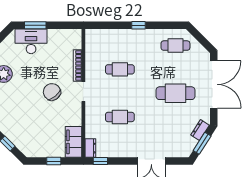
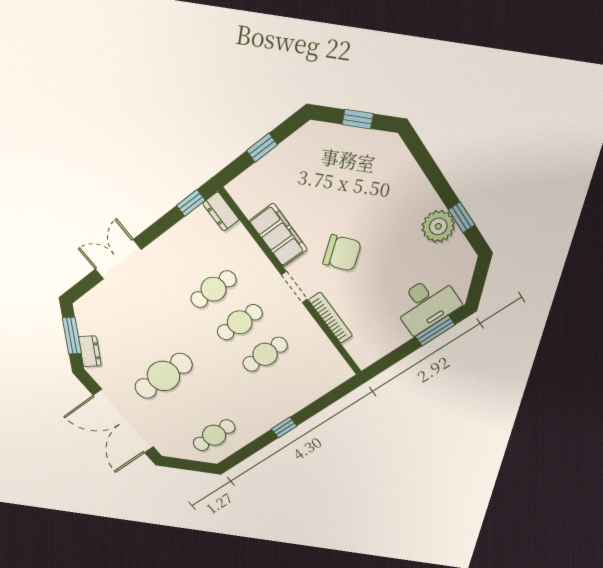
cafe table: (120, 93) -> (240, 322), added
filing cabinet: (74, 142) -> (278, 235), moved

